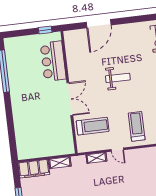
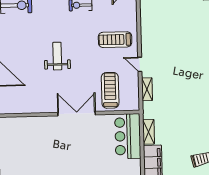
bar counter: (53, 61) -> (128, 136), moved, turned 90
door: (117, 150) -> (140, 64), swing flipped

